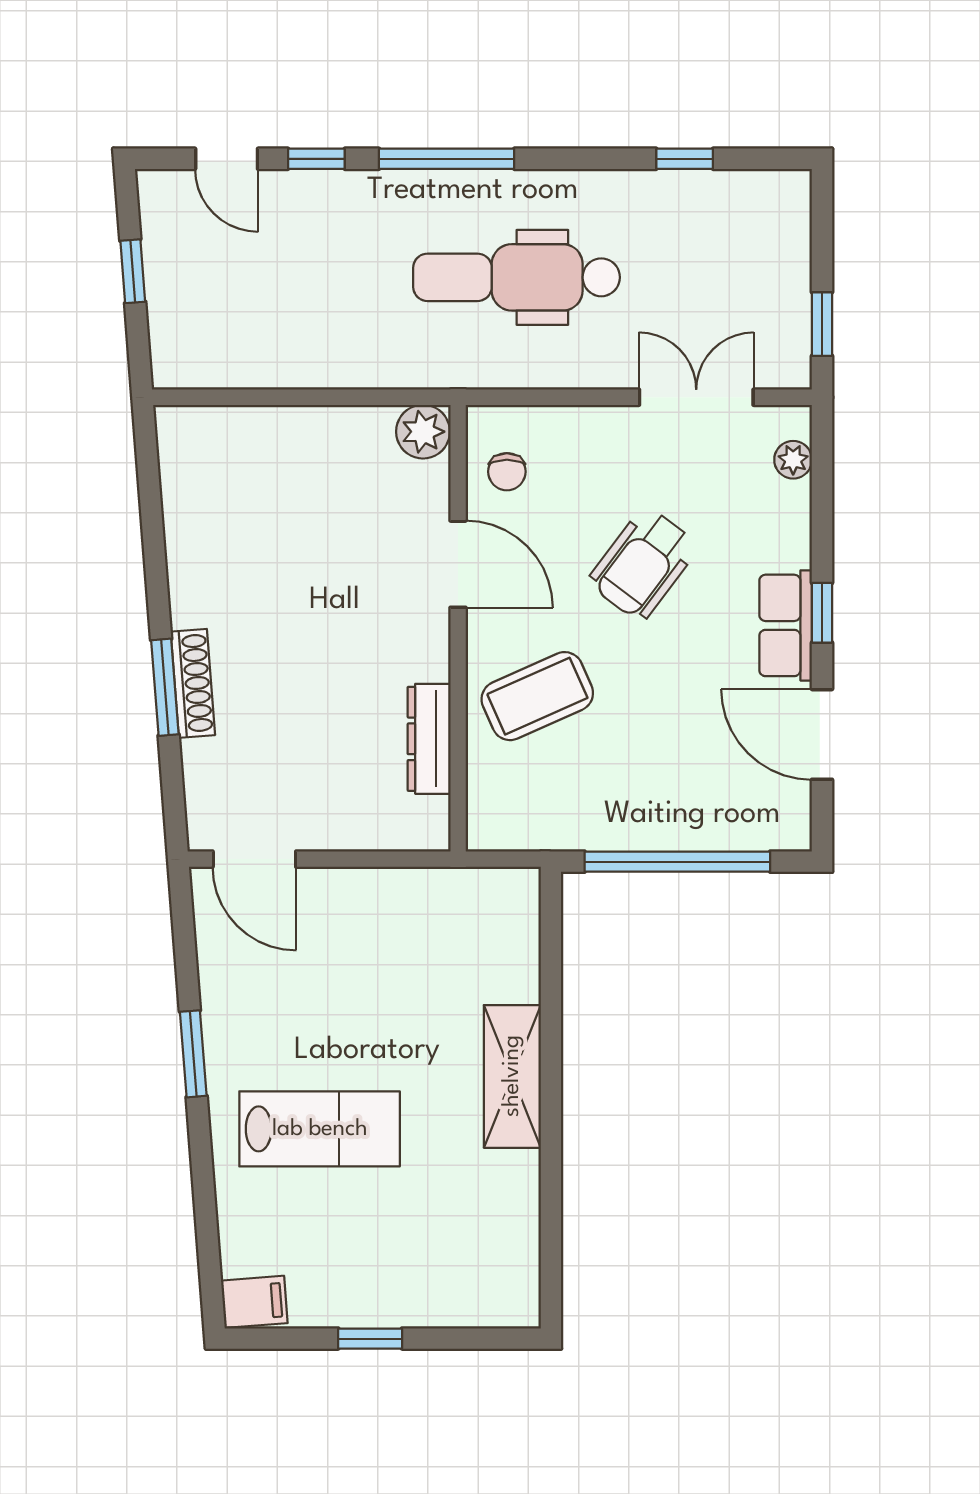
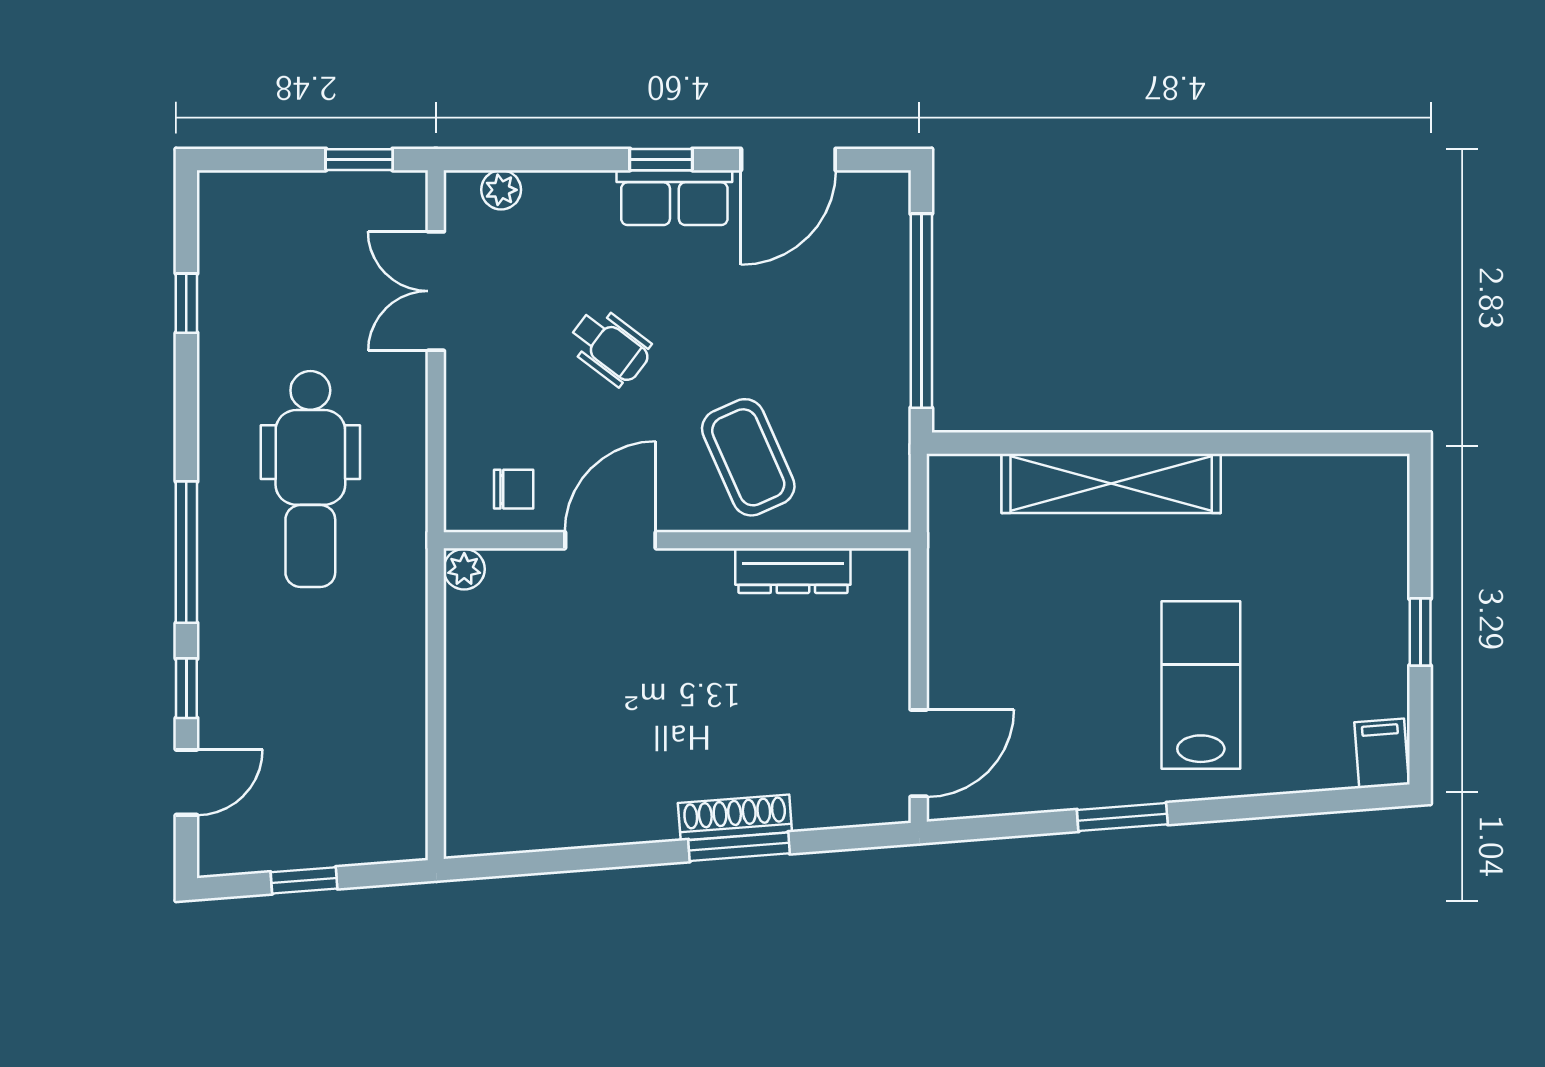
plant: (423, 432) -> (464, 569), width x0.73, depth x0.73
wheelchair: (643, 564) -> (610, 347), width x0.73, depth x0.73
shelving: (512, 1076) -> (1111, 483), width x1.47

